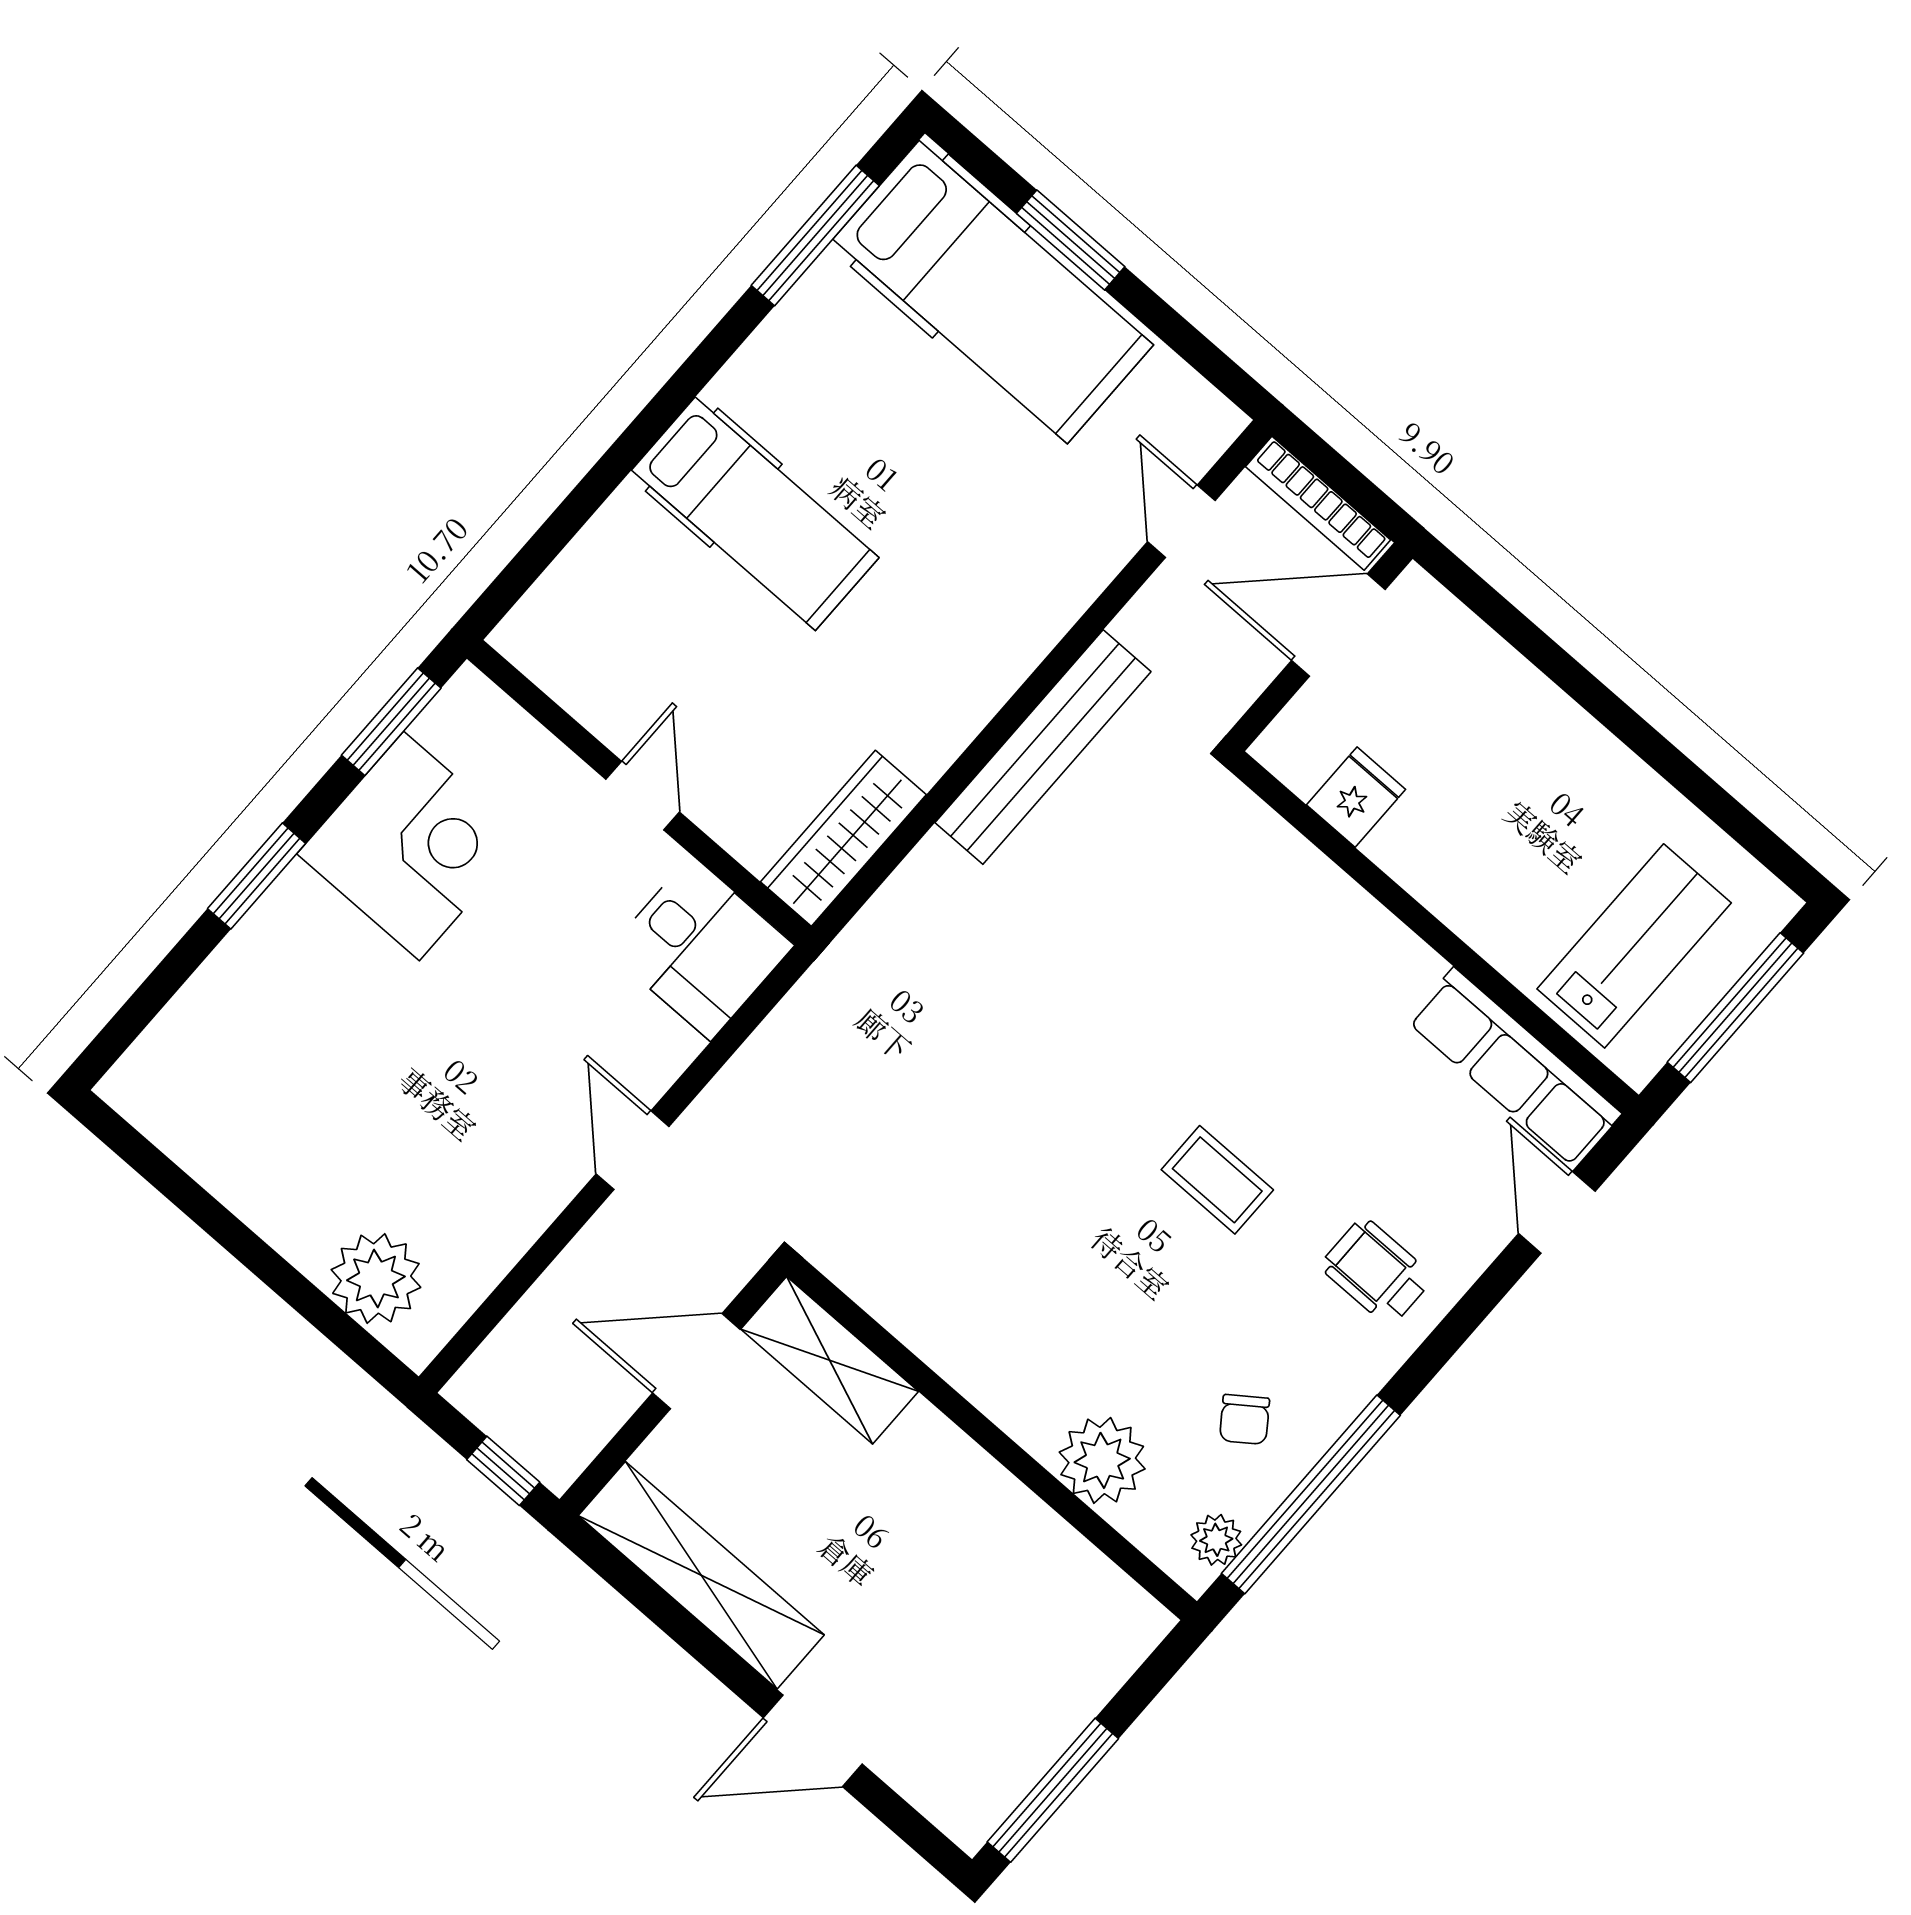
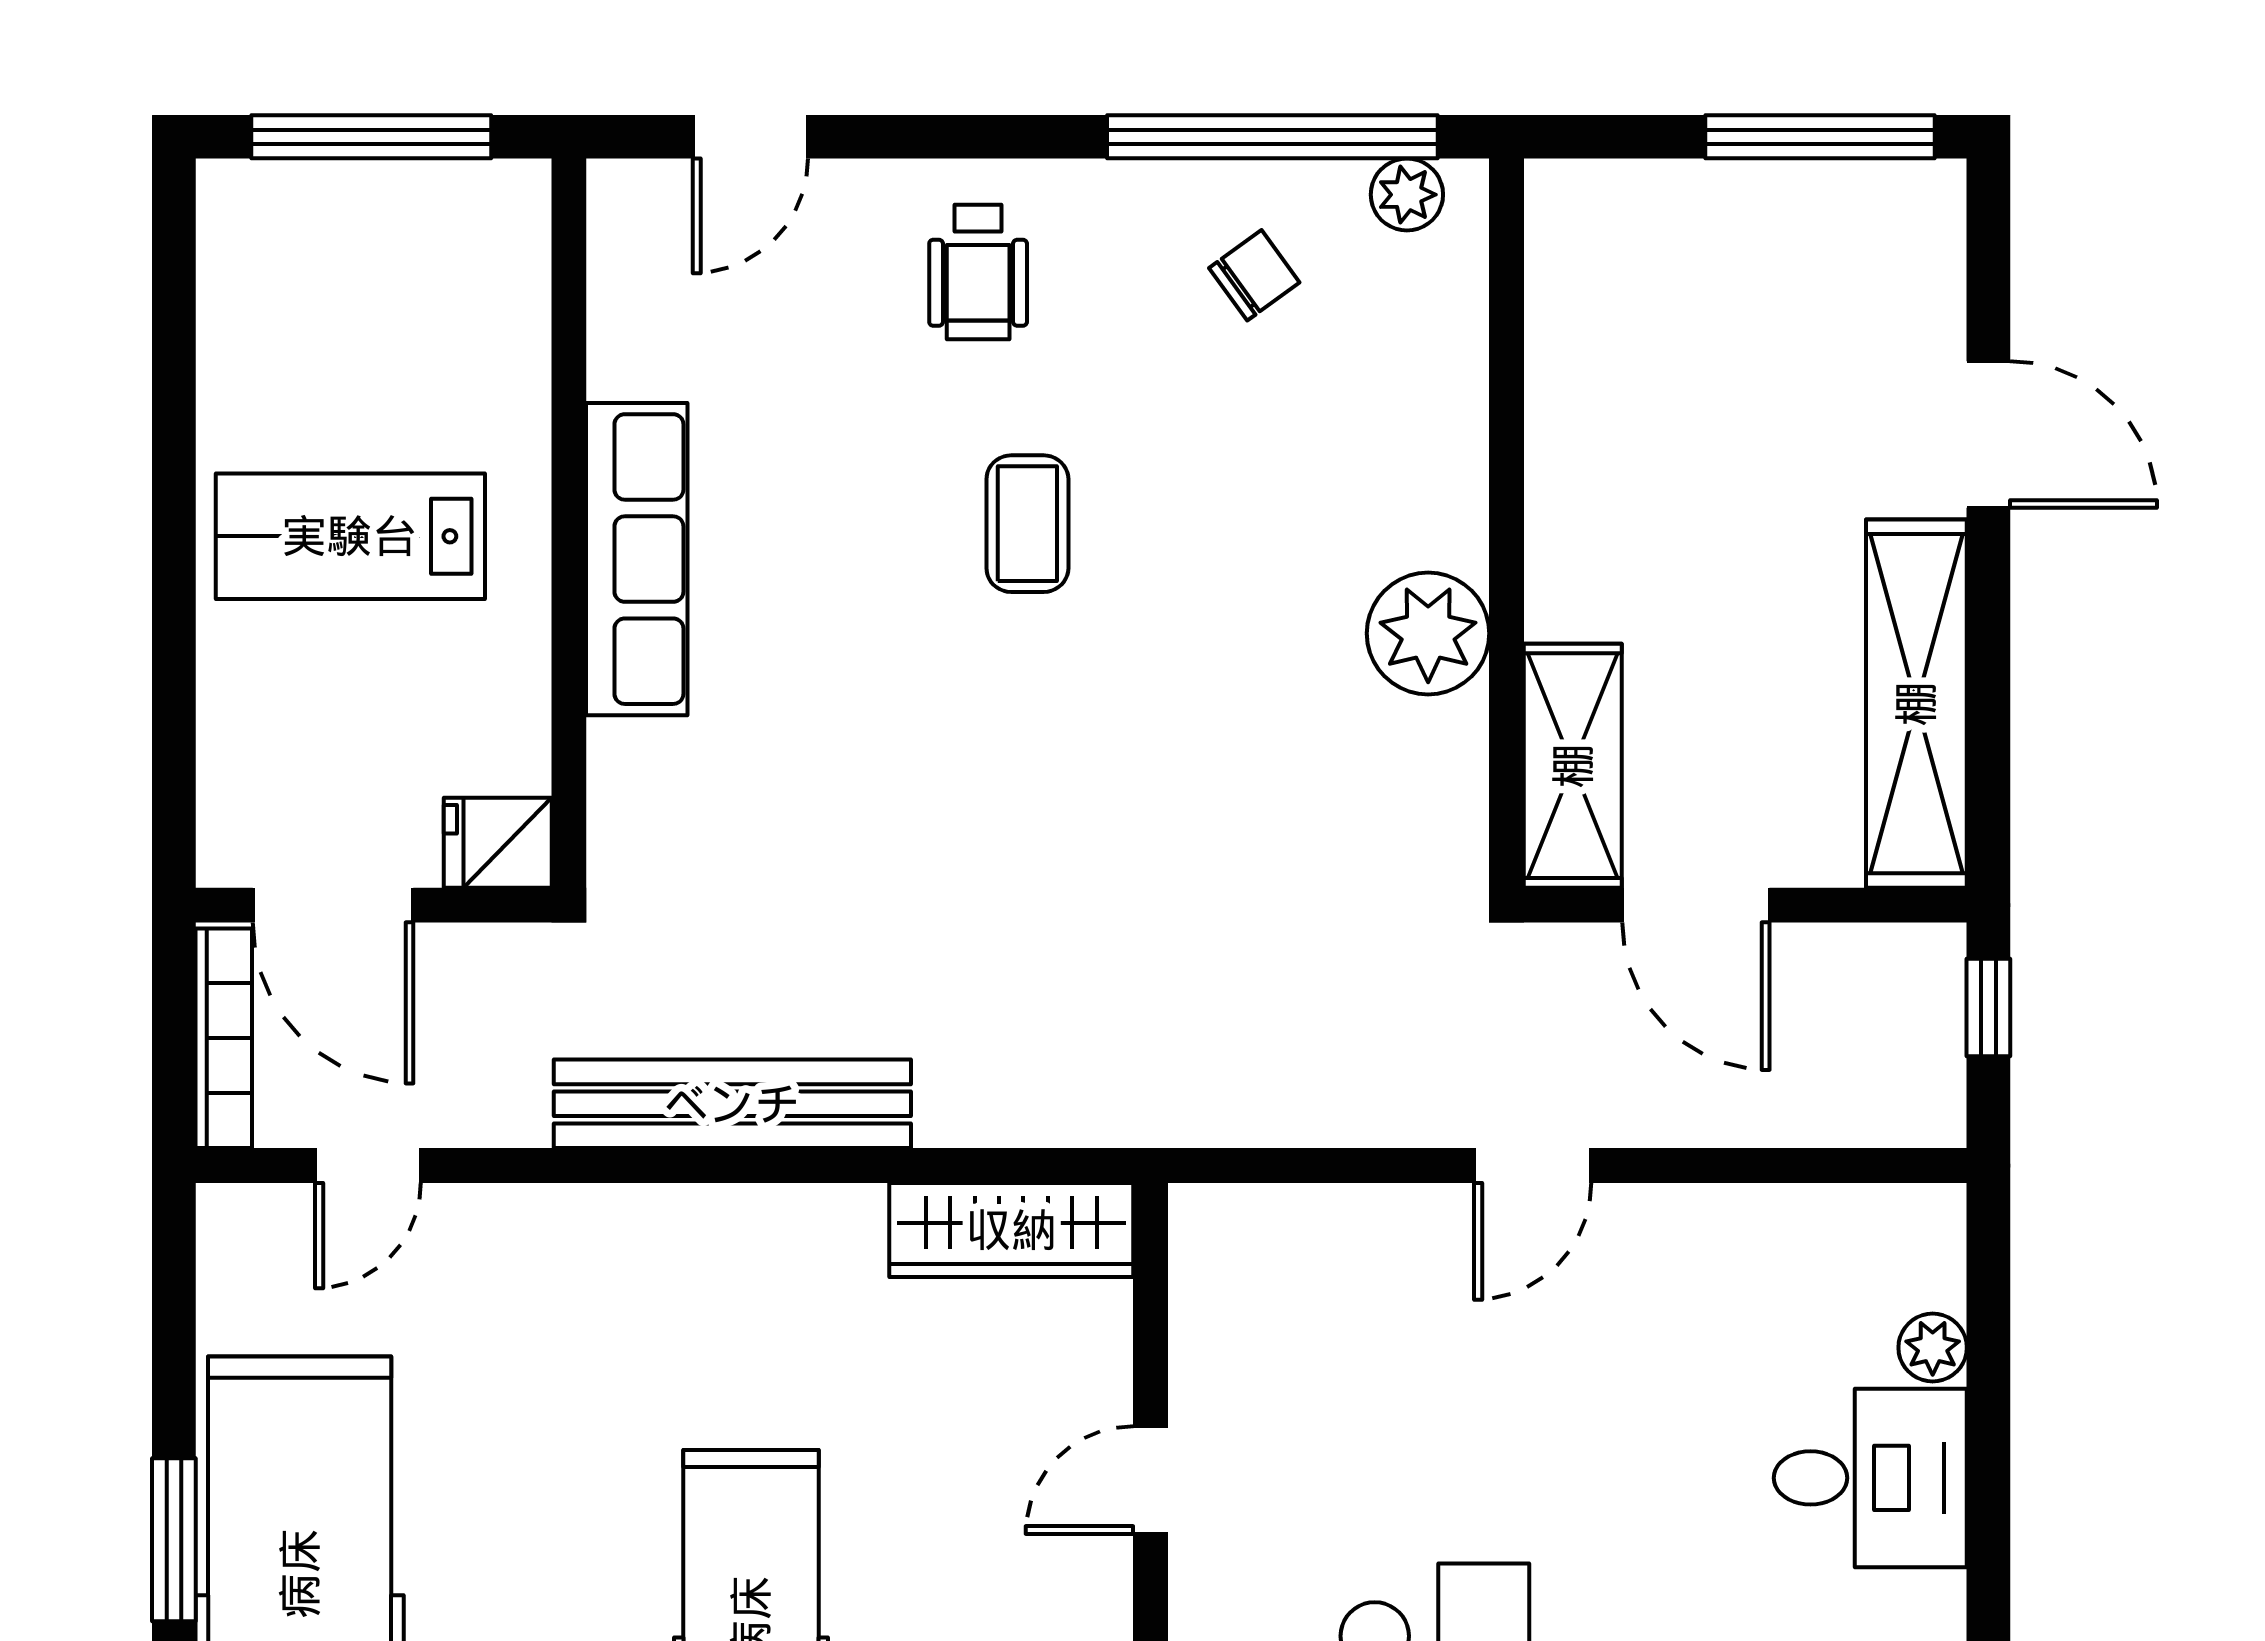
fridge: (1356, 797) -> (498, 843), moved
lab bench: (1634, 946) -> (350, 536), moved
desk: (701, 948) -> (1870, 1478), moved, turned 90
row of seats: (1514, 1067) -> (637, 559), moved
plant: (376, 1278) -> (1933, 1348), width x0.53, depth x0.53
plant: (1102, 1460) -> (1428, 633), moved

